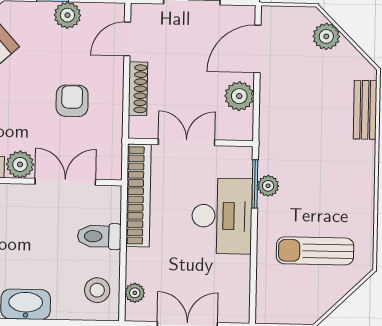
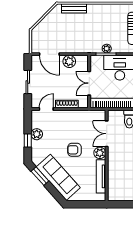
plant: (326, 36) -> (44, 25), removed
door: (127, 39) -> (46, 109), swing flipped
armchair: (72, 101) -> (74, 150), moved

